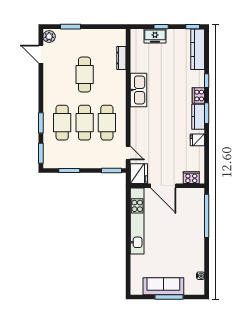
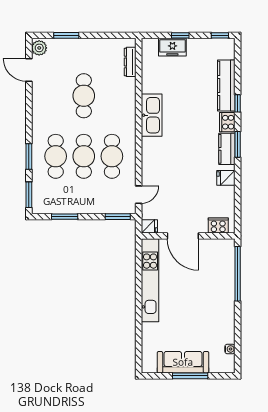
kitchen counter: (198, 49) -> (226, 86), moved
dresser: (121, 58) -> (130, 62), moved
door: (128, 153) -> (139, 195), hinge flipped
fridge: (139, 174) -> (149, 226), width x0.53, depth x0.75

